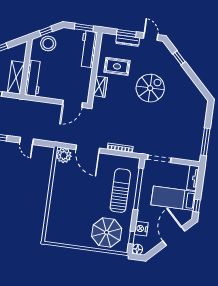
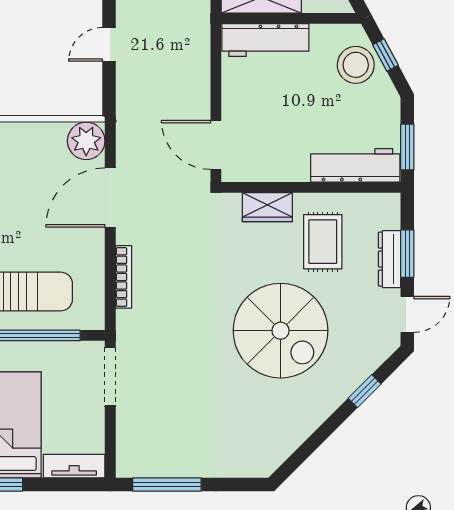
spiral stairs: (150, 88) -> (281, 331), width x1.37, depth x1.37

